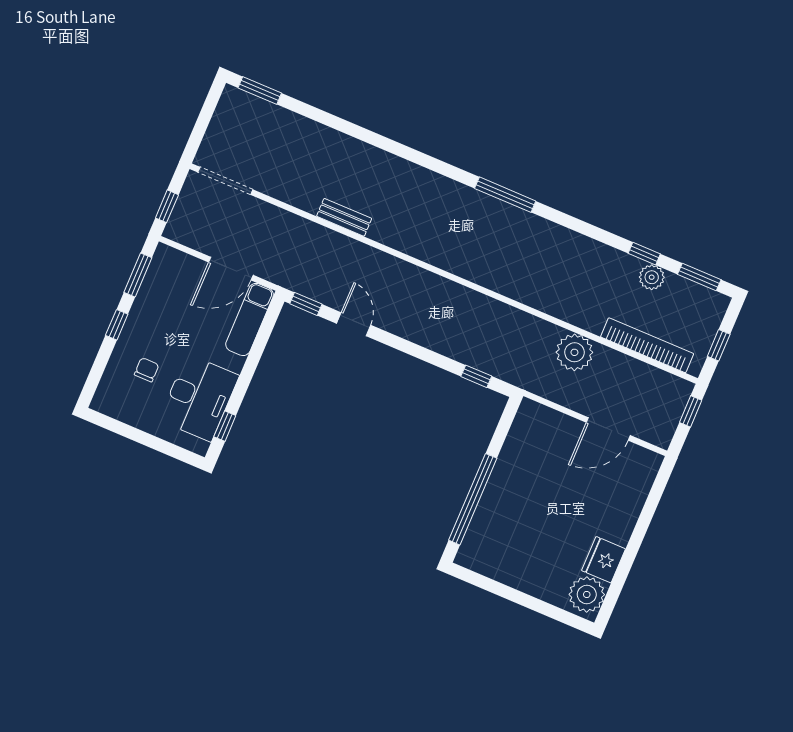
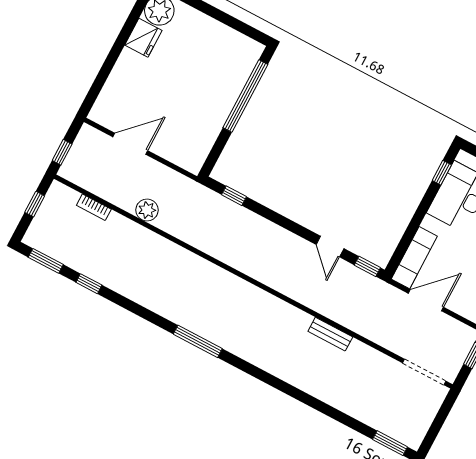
plant: (652, 277) -> (84, 264), removed
bookcase: (647, 345) -> (94, 207), width x0.43, depth x0.76
plant: (574, 352) -> (147, 210), width x0.73, depth x0.73

